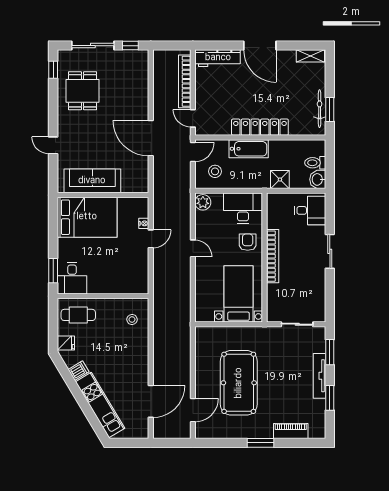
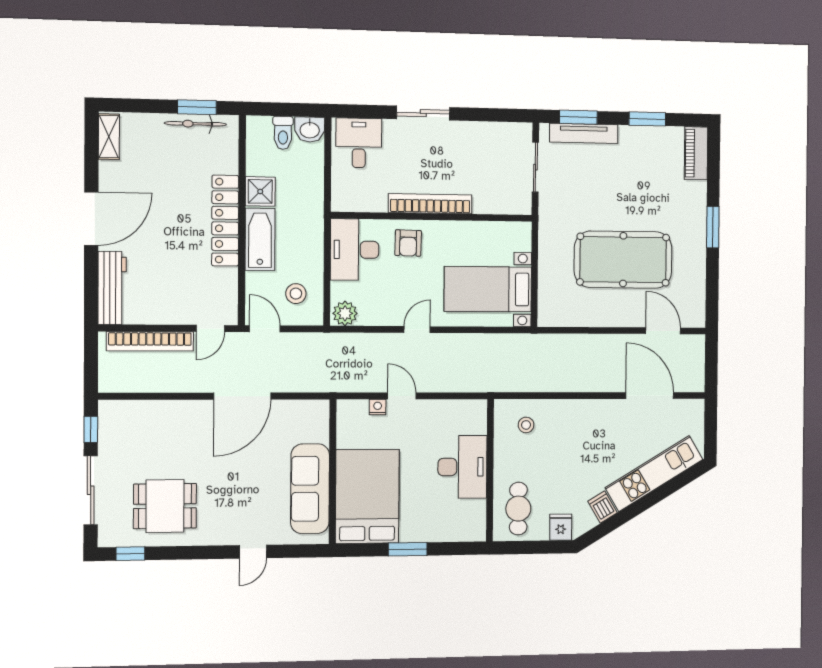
shower: (280, 180) -> (260, 191), moved
armchair: (248, 242) -> (408, 243), turned -89
window: (53, 271) -> (408, 549), moved
desk: (72, 278) -> (462, 467), moved, width x1.37
bed with nightstands: (239, 294) -> (488, 289), moved
tv unit: (319, 376) -> (584, 133), moved
piano: (291, 431) -> (696, 153), moved

